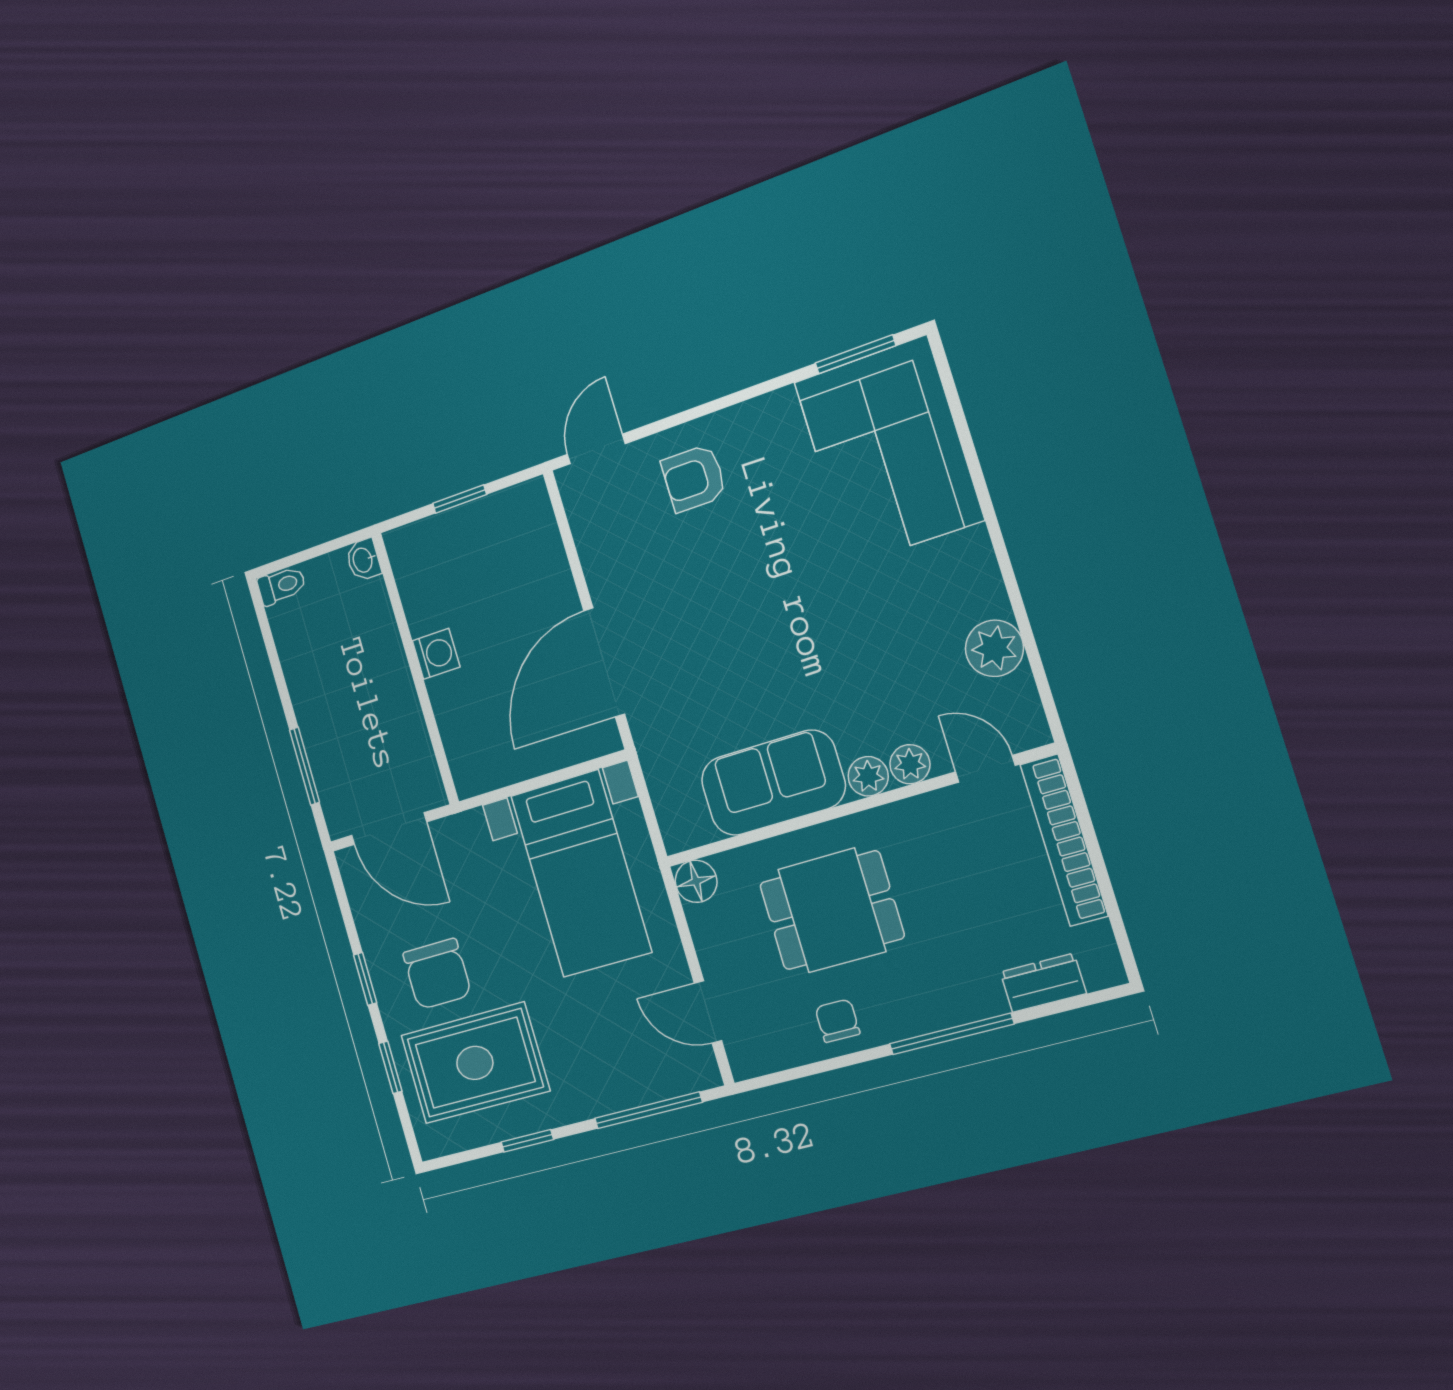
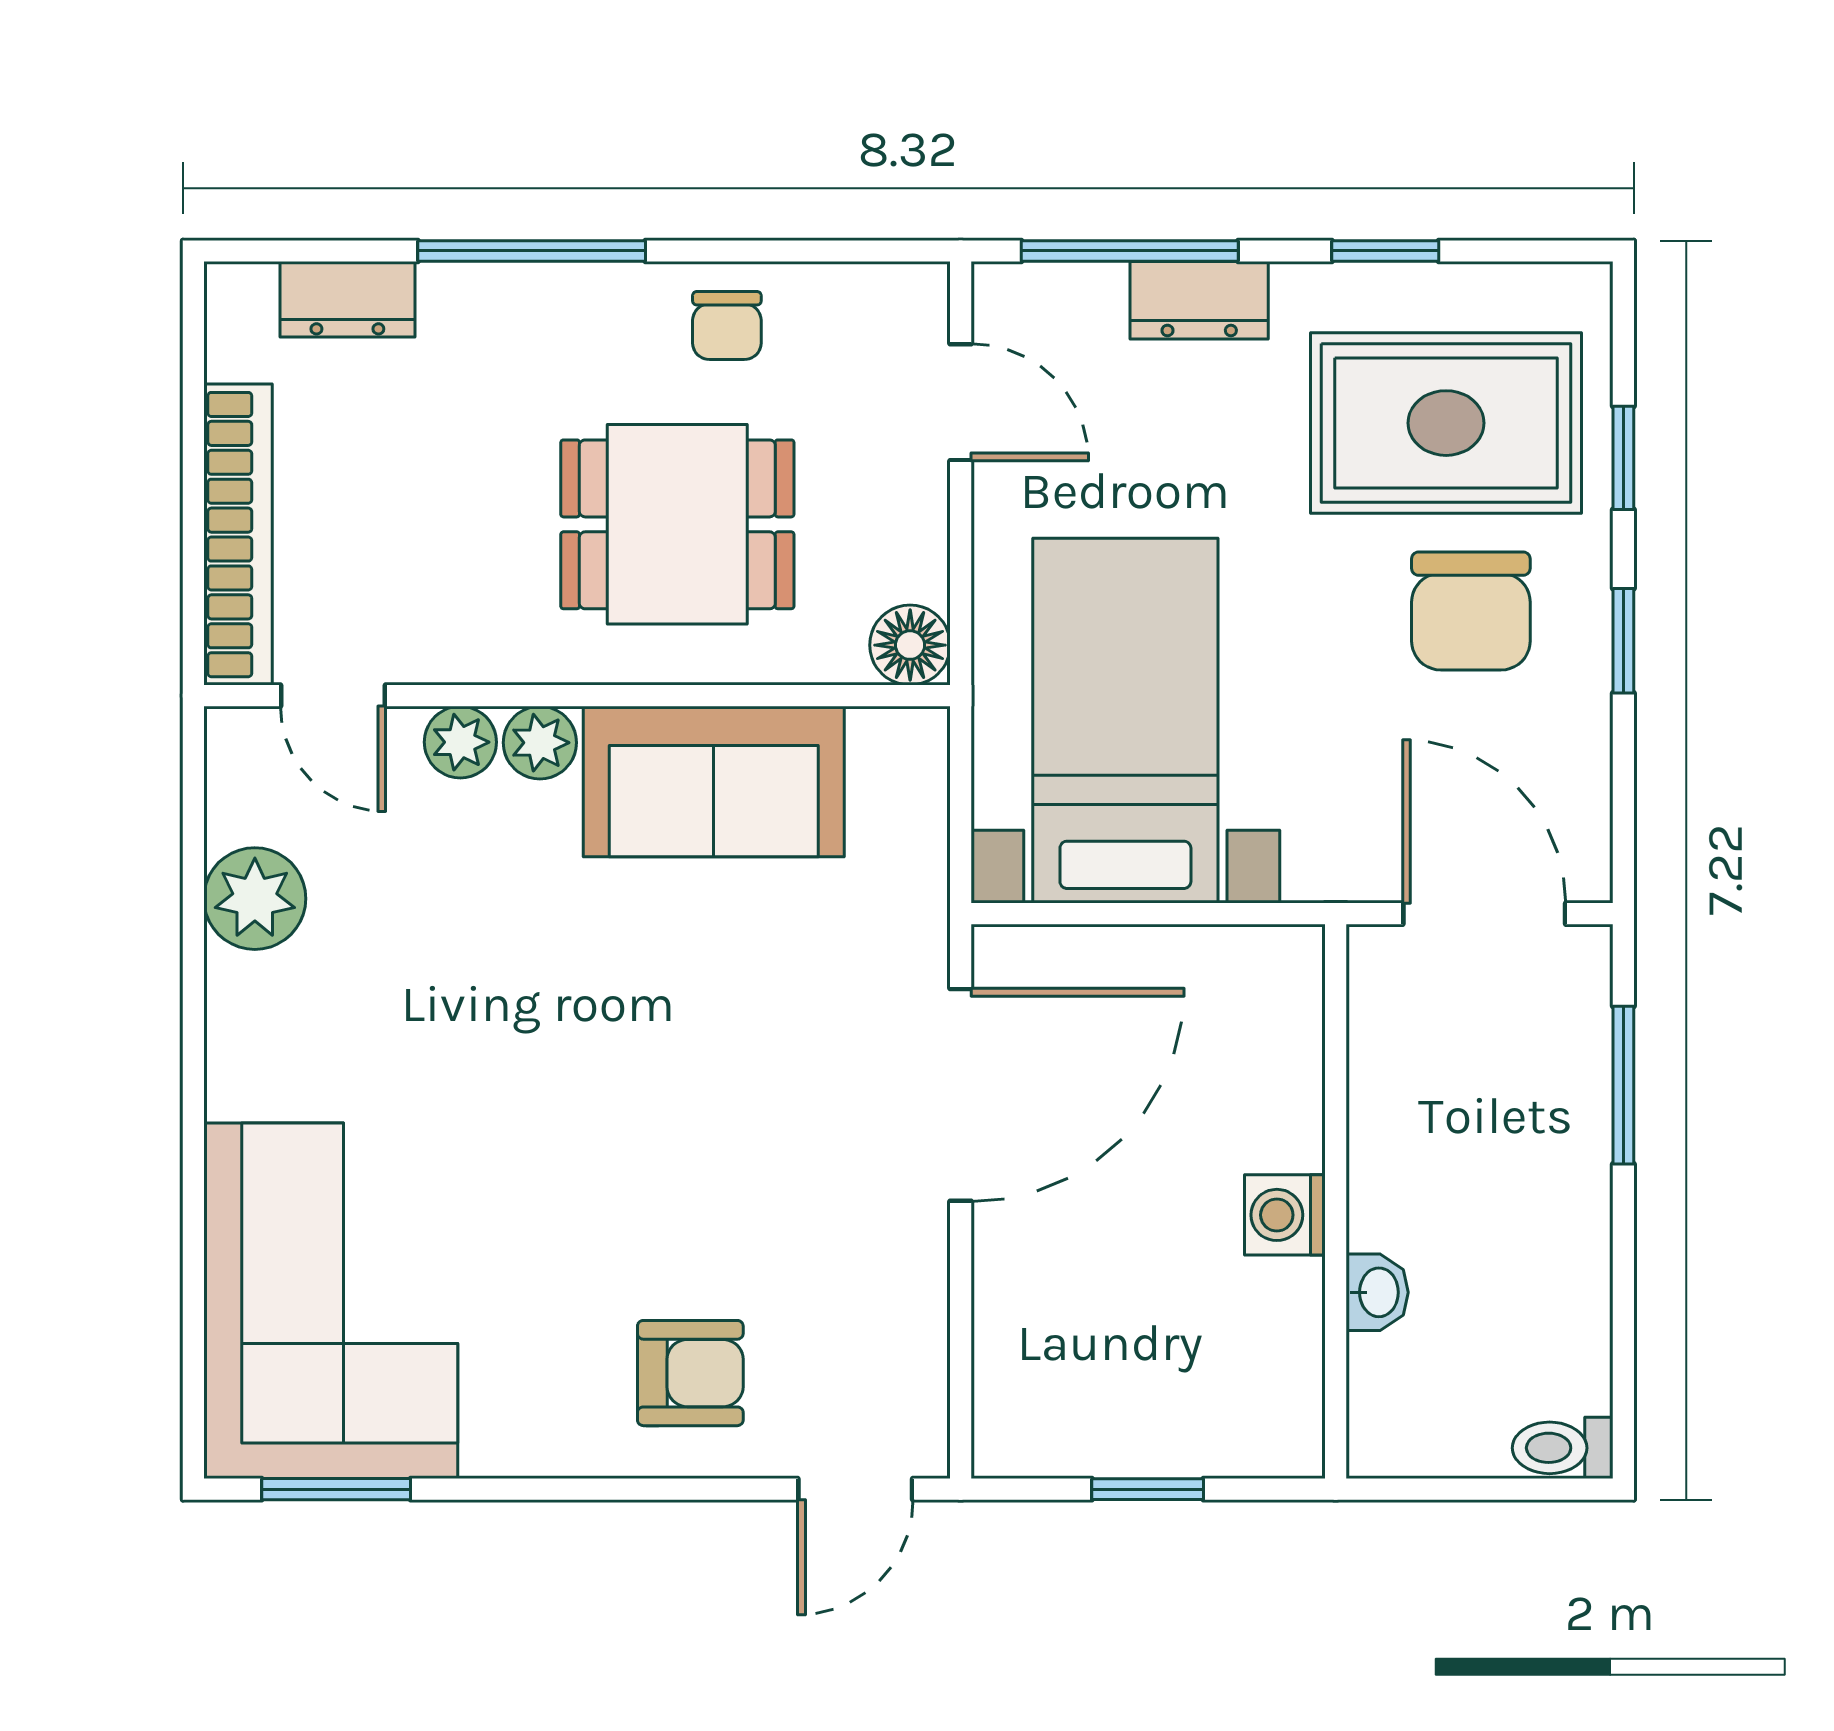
washbasin: (363, 560) -> (1377, 1292), moved
chair: (437, 974) -> (1471, 611), turned 180
dresser: (608, 1094) -> (1199, 300), added

